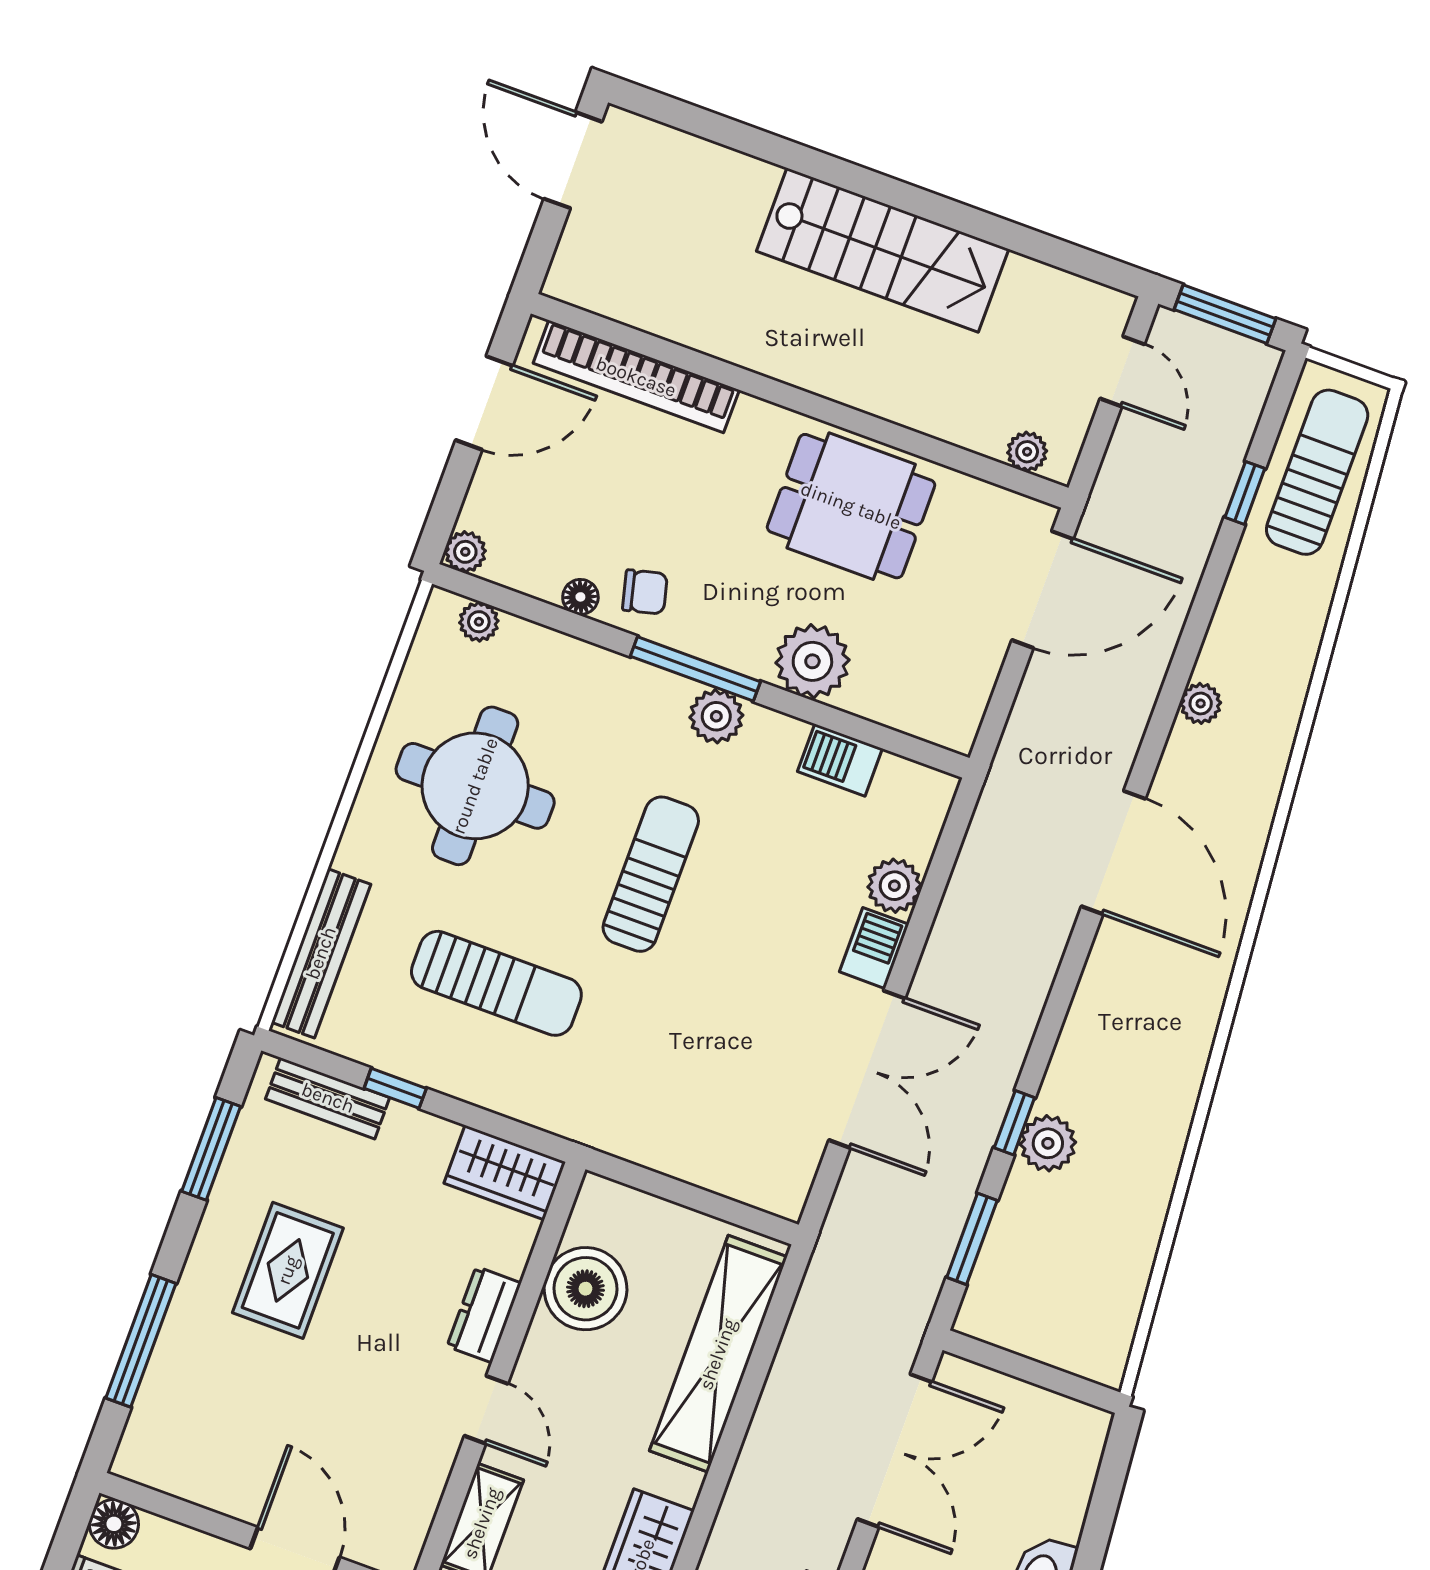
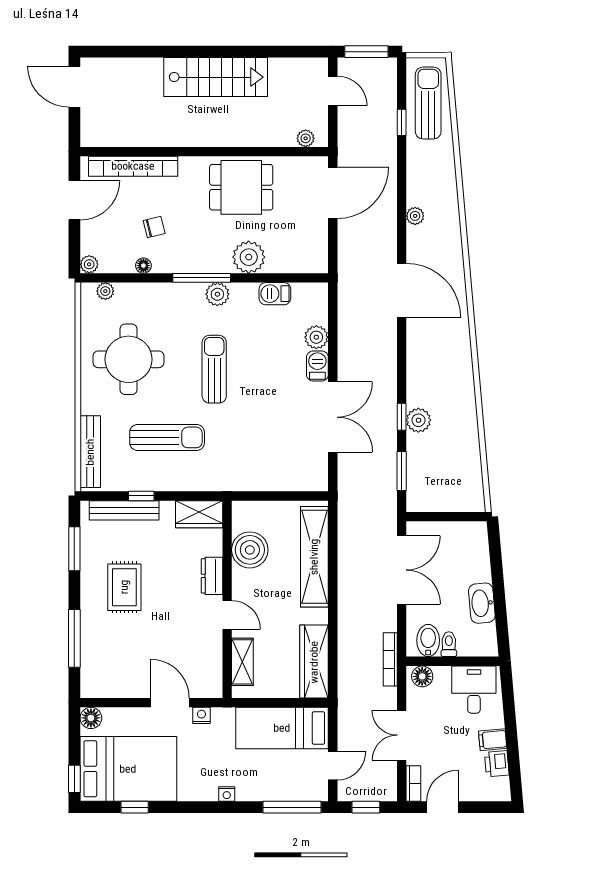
chair: (645, 592) -> (154, 227), moved
bench: (328, 1098) -> (124, 510), width x1.36

